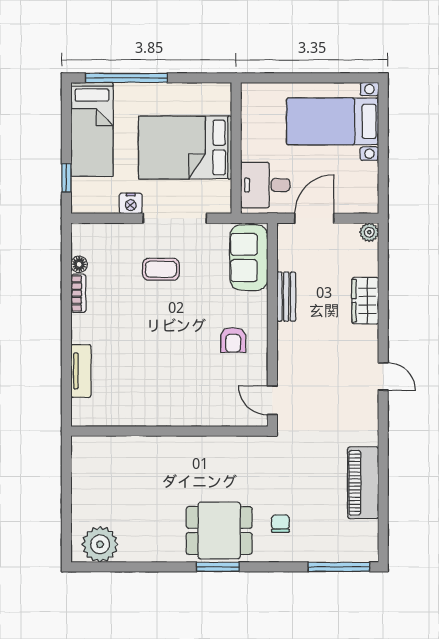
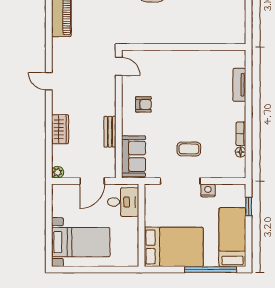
bed: (185, 148) -> (174, 247), moved
armchair: (233, 340) -> (143, 104), turned 90

